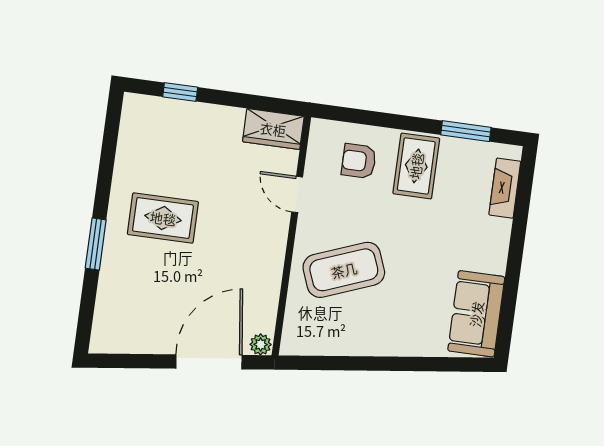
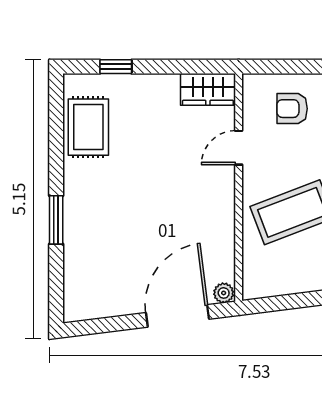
door: (297, 194) -> (239, 148), hinge flipped
rug: (163, 218) -> (88, 127), moved, turned 90

